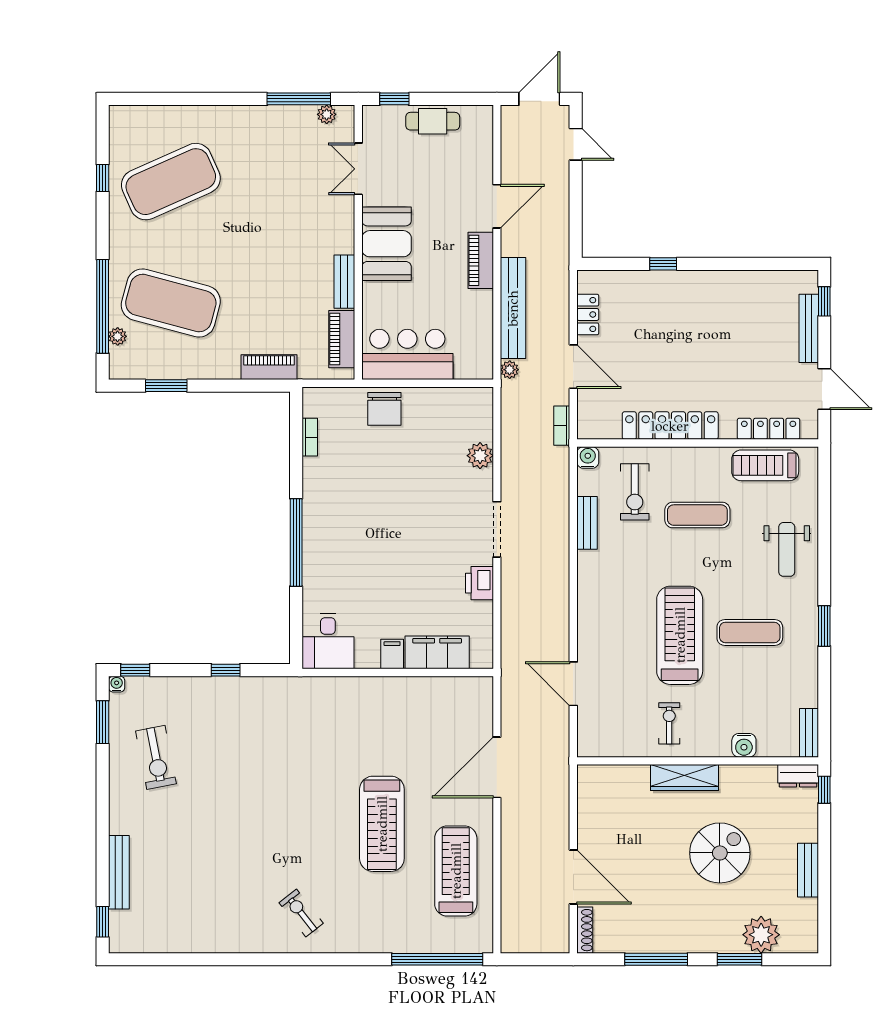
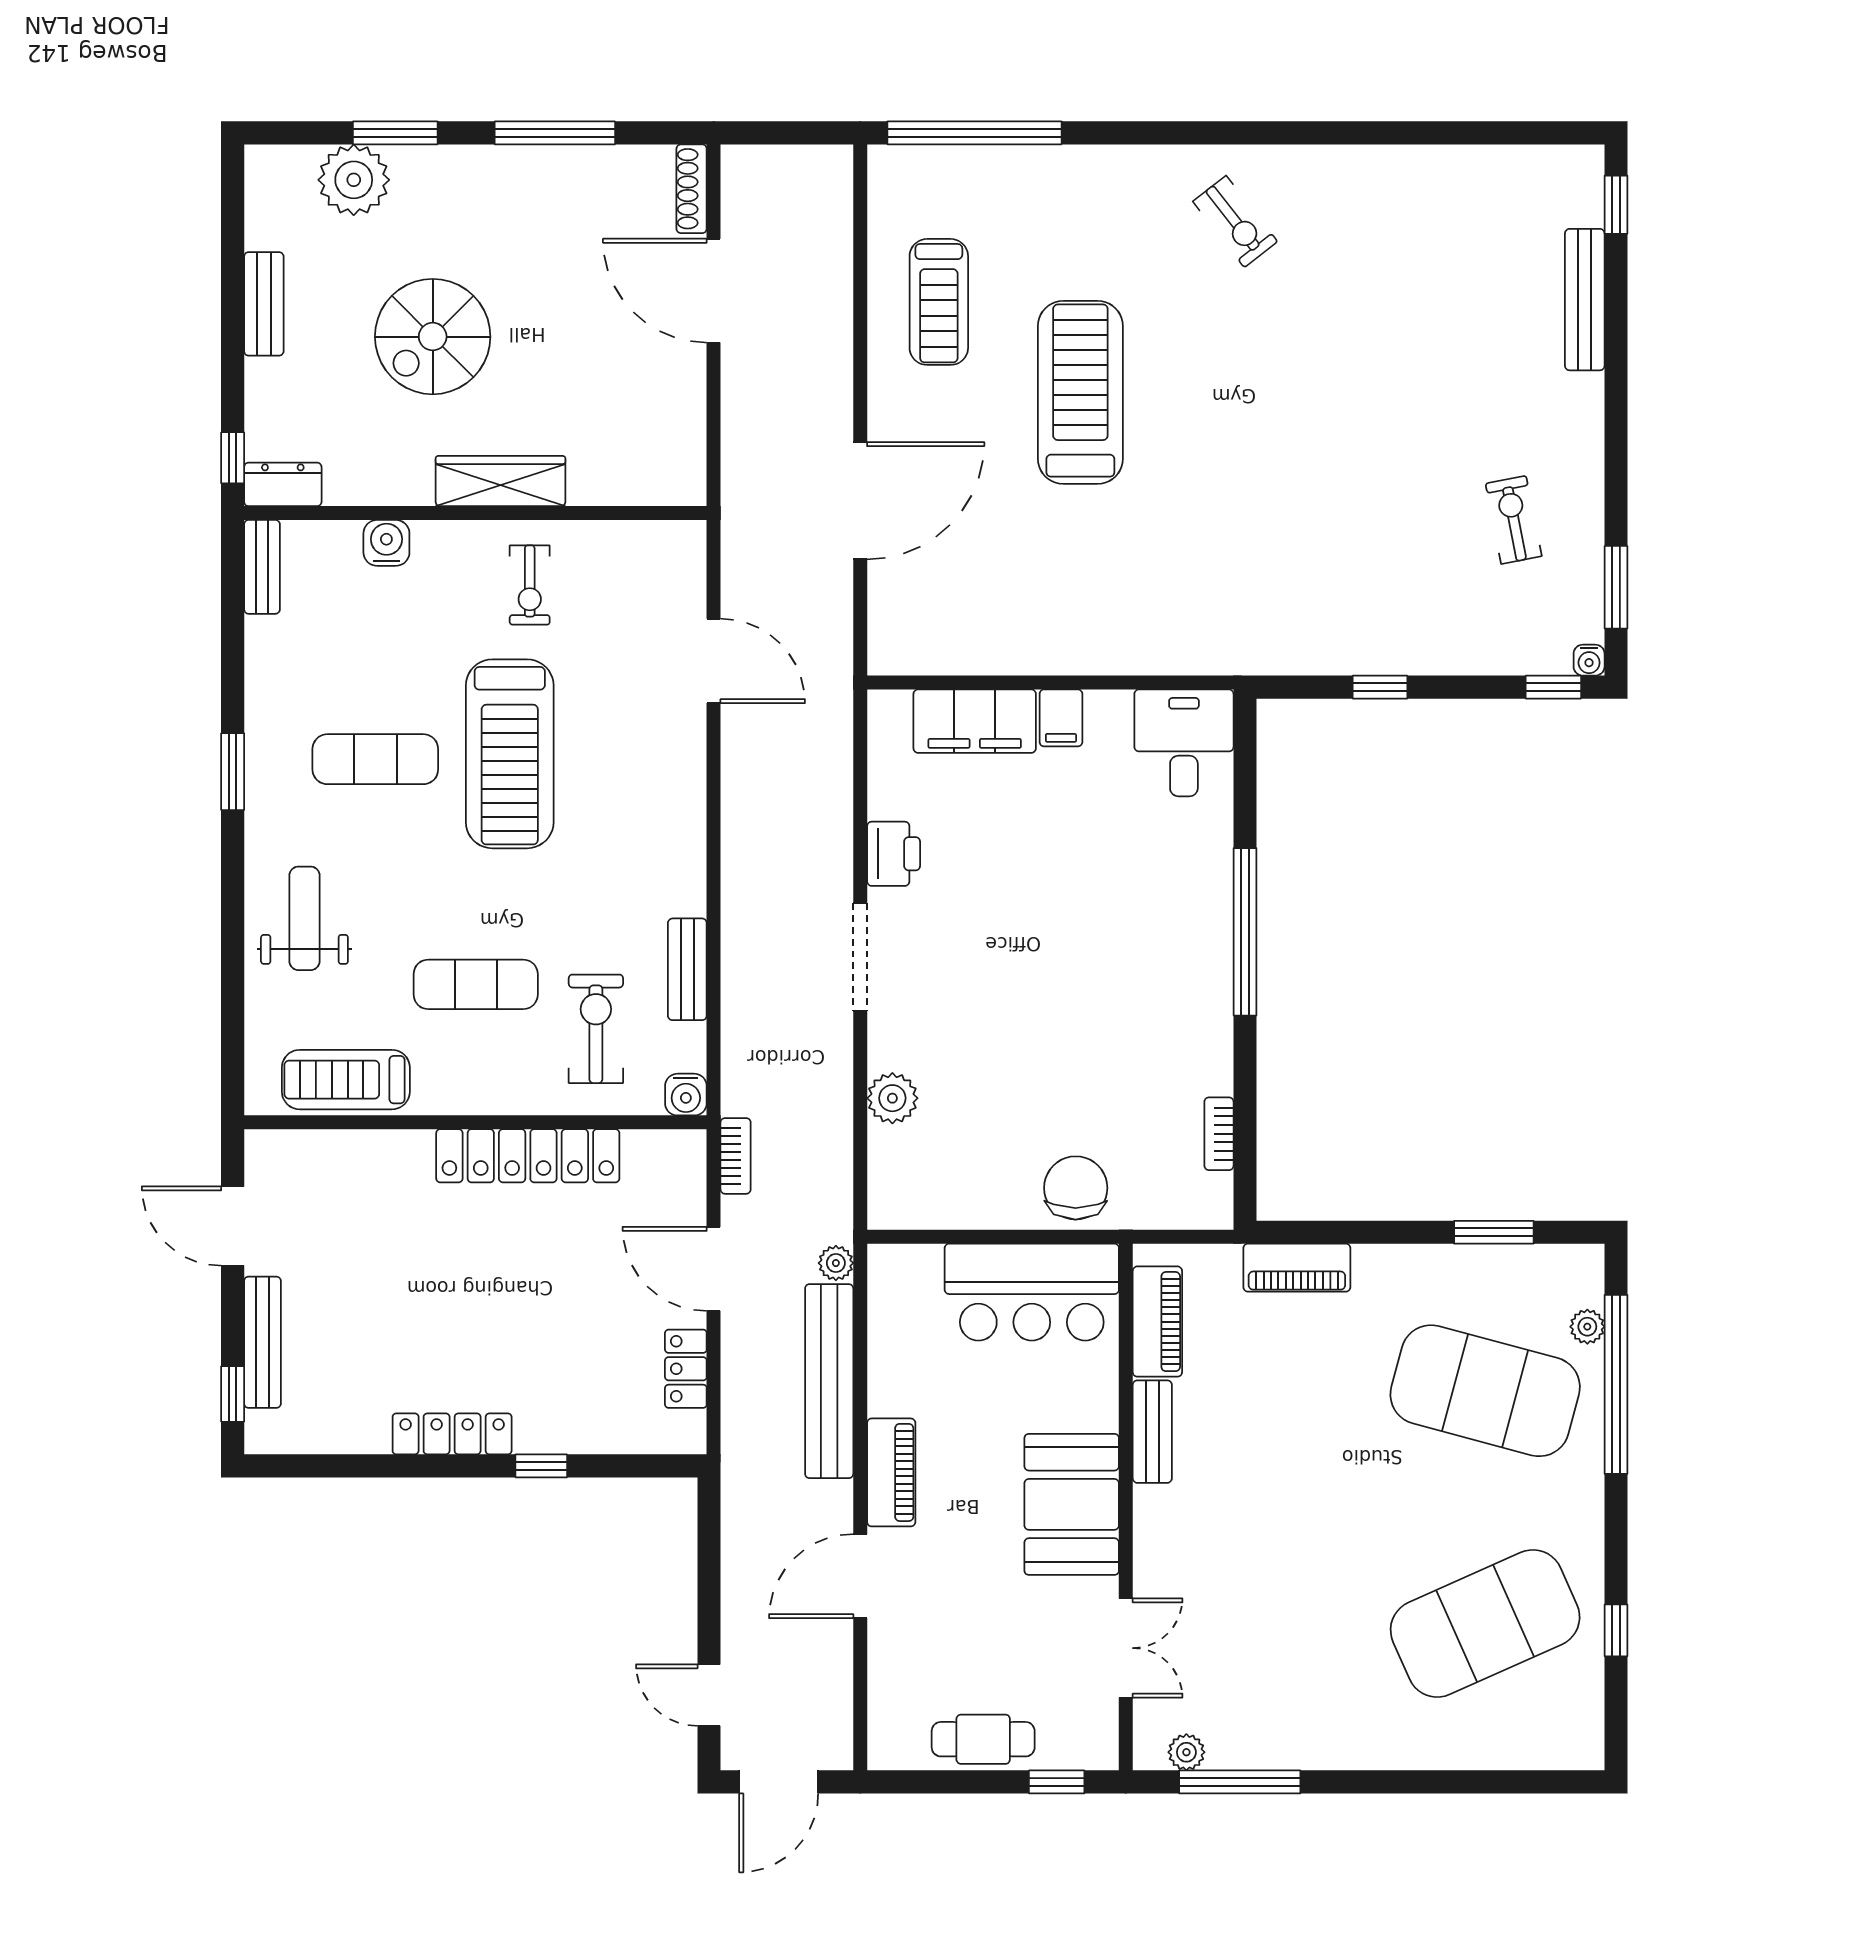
locker: (769, 429) -> (452, 1434), moved, turned 180
treadmill: (765, 465) -> (346, 1080), turned 180
exercise bike: (156, 757) -> (1514, 520), width x0.73, depth x0.72
treadmill: (456, 871) -> (939, 302), width x0.73, depth x0.73

